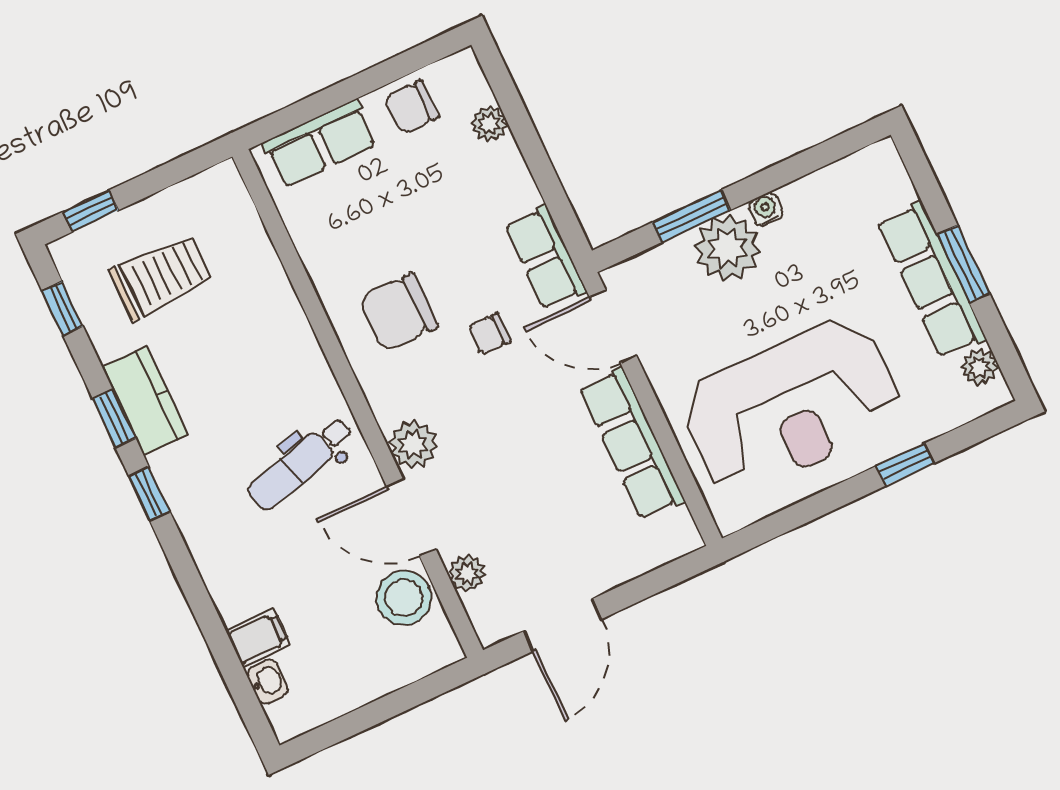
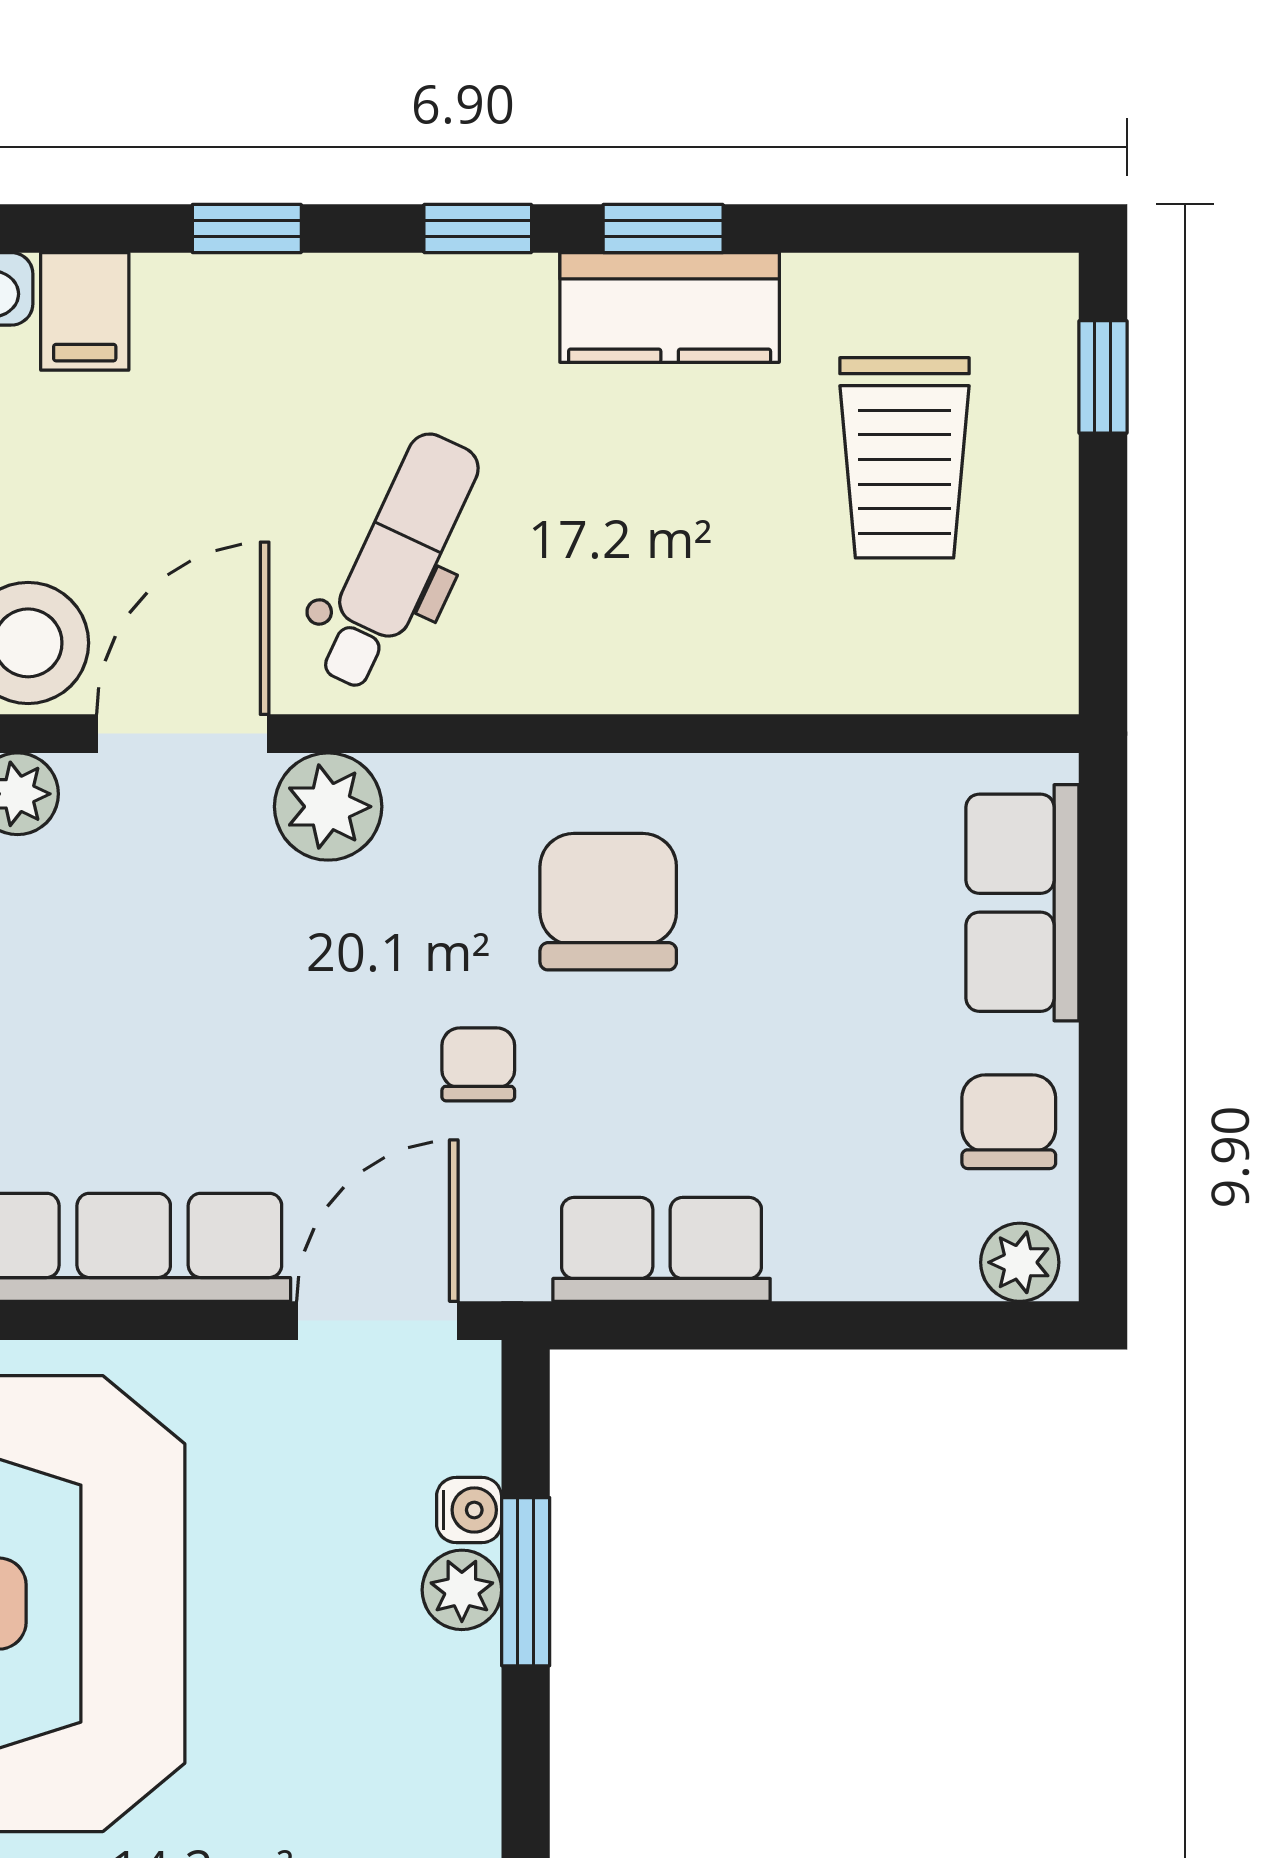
plant: (489, 124) -> (1020, 1262), moved
water cooler: (766, 209) -> (469, 1510), moved
plant: (727, 248) -> (462, 1590), width x0.53, depth x0.53
row of seats: (546, 258) -> (662, 1249), moved
window: (63, 308) -> (247, 229), moved
dental chair: (300, 463) -> (397, 561), turned 40

